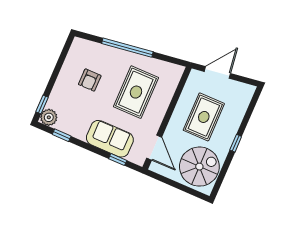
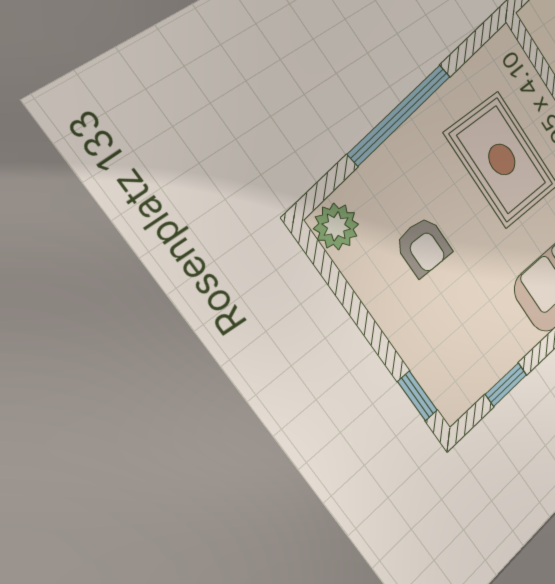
plant: (49, 117) -> (336, 226), moved

